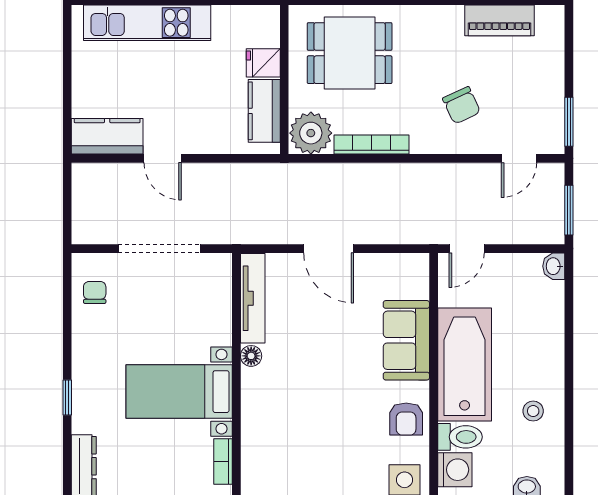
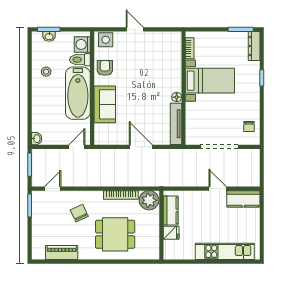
dining table: (350, 53) -> (115, 234), moved

